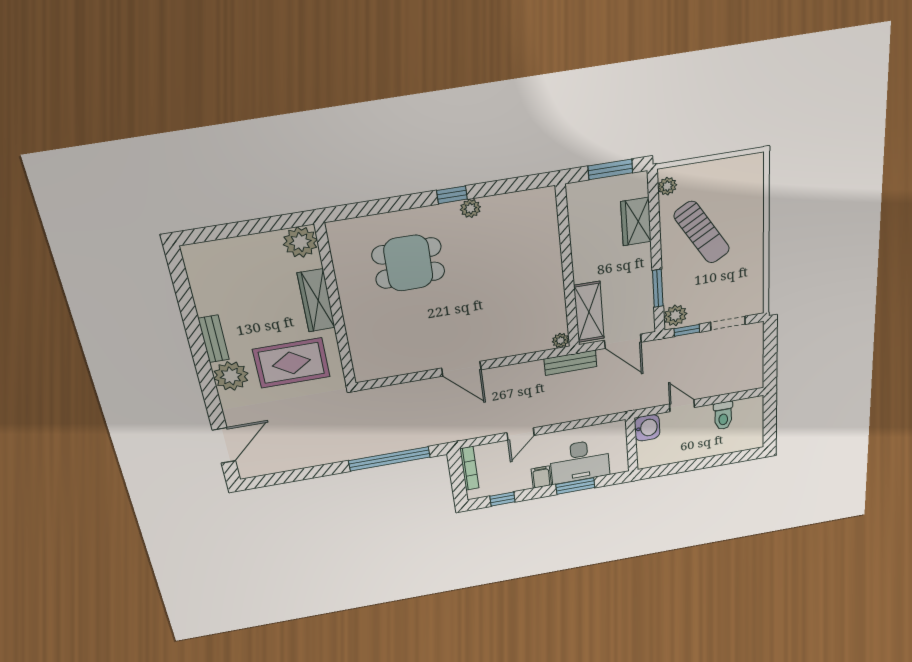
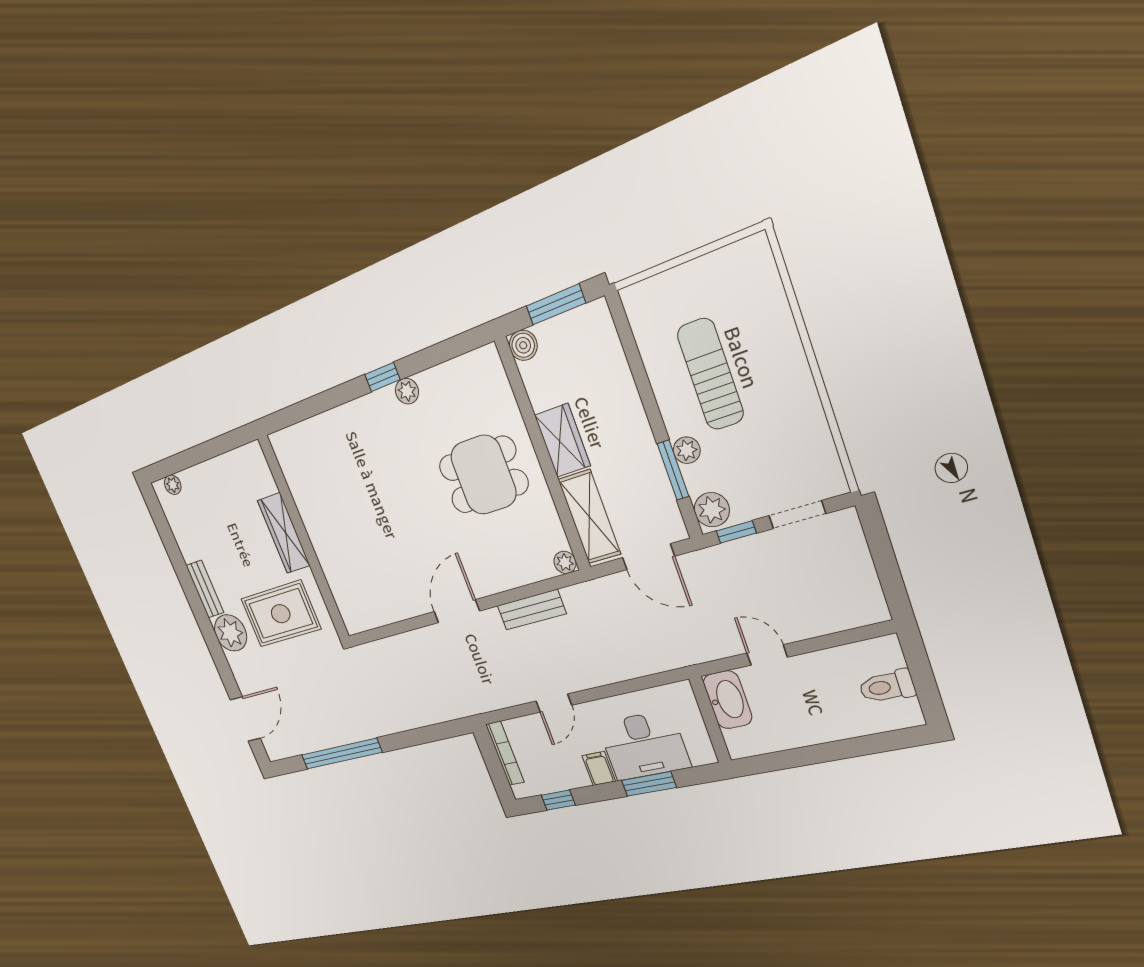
plant: (667, 186) -> (687, 450), moved
boiler: (577, 192) -> (523, 345), added
wardrobe: (636, 222) -> (562, 440), moved, turned 180
sun lounger: (702, 232) -> (710, 374), turned -149
plant: (300, 242) -> (173, 485), moved, width x0.53, depth x0.53
dining table: (408, 263) -> (483, 475), moved
bench: (570, 363) -> (532, 610), moved
door: (461, 369) -> (457, 611), swing flipped
toilet: (723, 416) -> (887, 687), moved, turned 90
washbasin: (647, 428) -> (728, 700), width x1.38
window: (389, 459) -> (341, 754), moved

